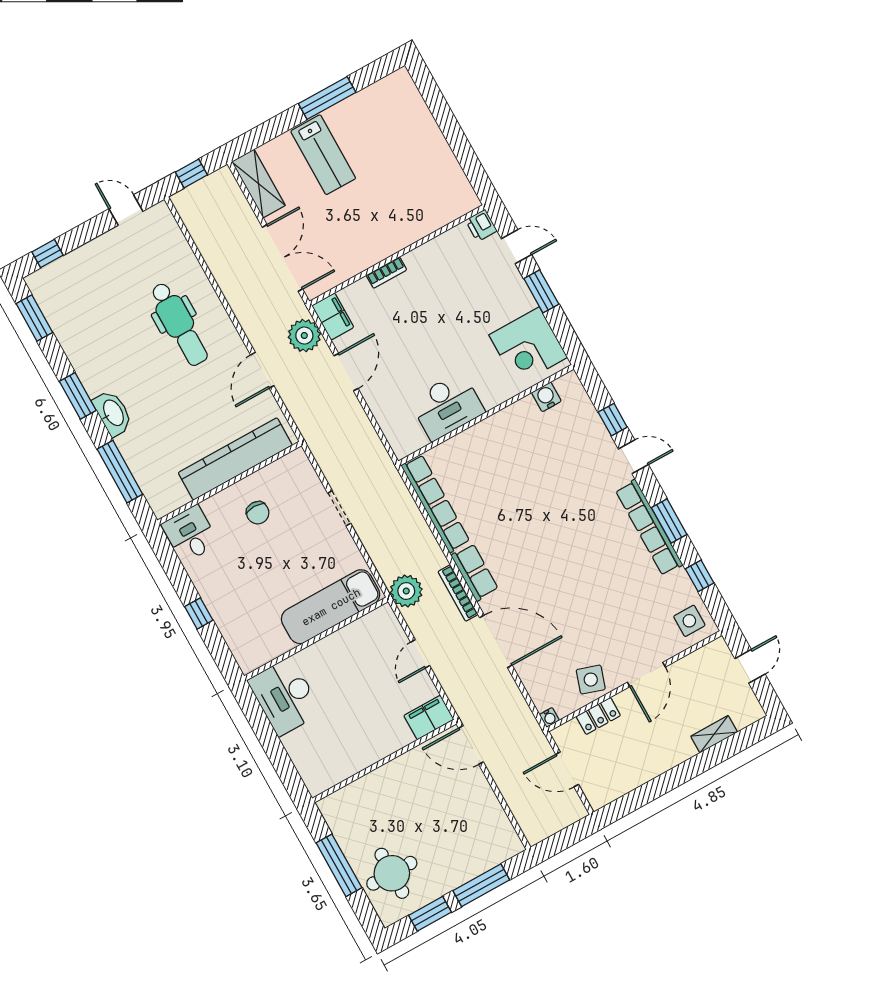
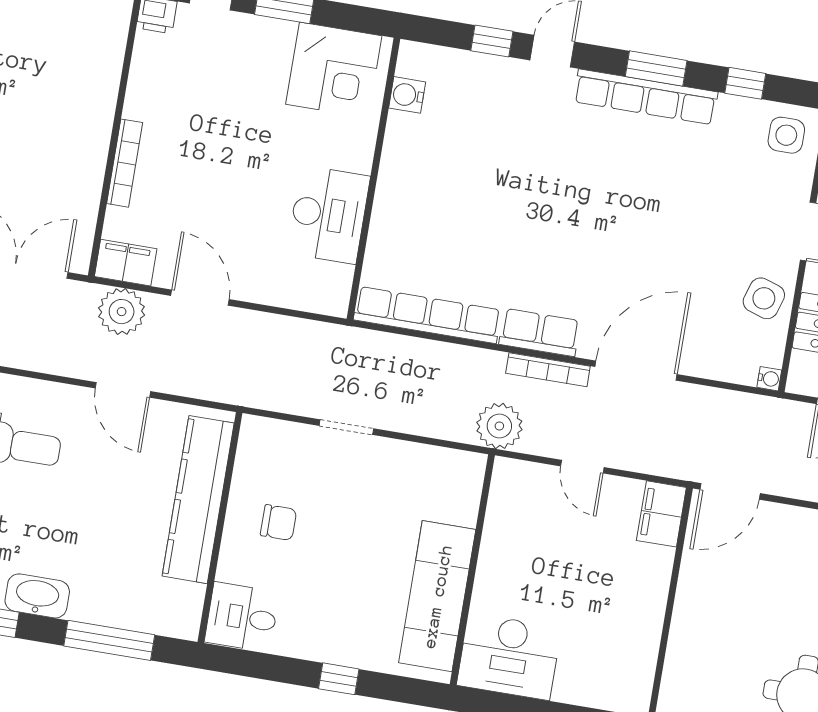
bookcase: (386, 273) -> (125, 163), width x1.56
exam couch: (331, 607) -> (437, 596), moved

